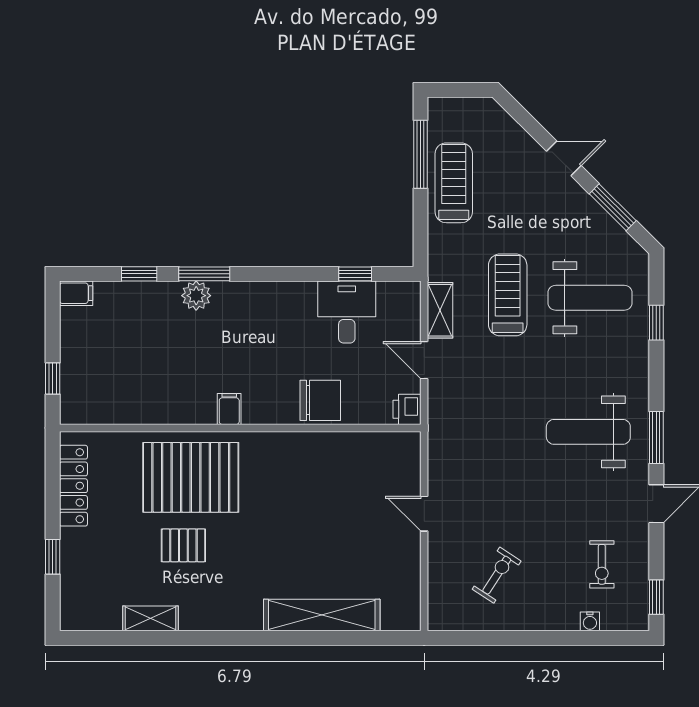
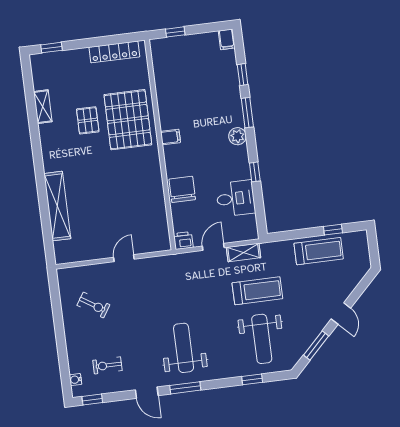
window: (421, 154) -> (333, 230), width x0.46
window: (355, 274) -> (255, 172), moved
plant: (196, 296) -> (237, 136), moved
chair: (320, 400) -> (182, 189), turned 180
window: (53, 557) -> (52, 48), moved
water cooler: (590, 621) -> (75, 380), moved

